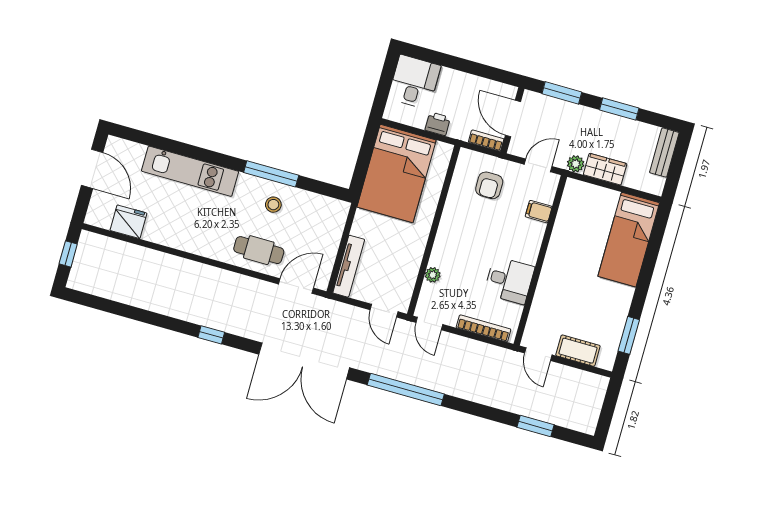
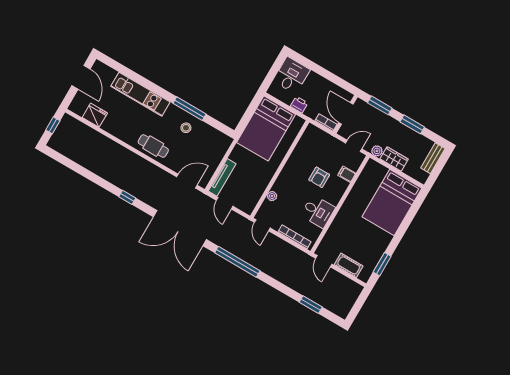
armchair: (489, 185) -> (319, 177), moved
bed: (629, 240) -> (392, 203), width x1.50
cafe table: (259, 250) -> (153, 146), moved
door: (384, 311) -> (225, 203), moved

